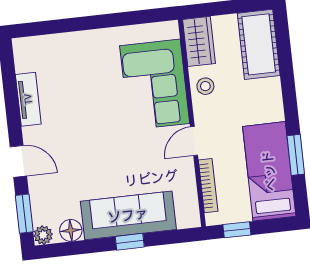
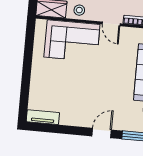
tv unit: (28, 99) -> (43, 117), moved

